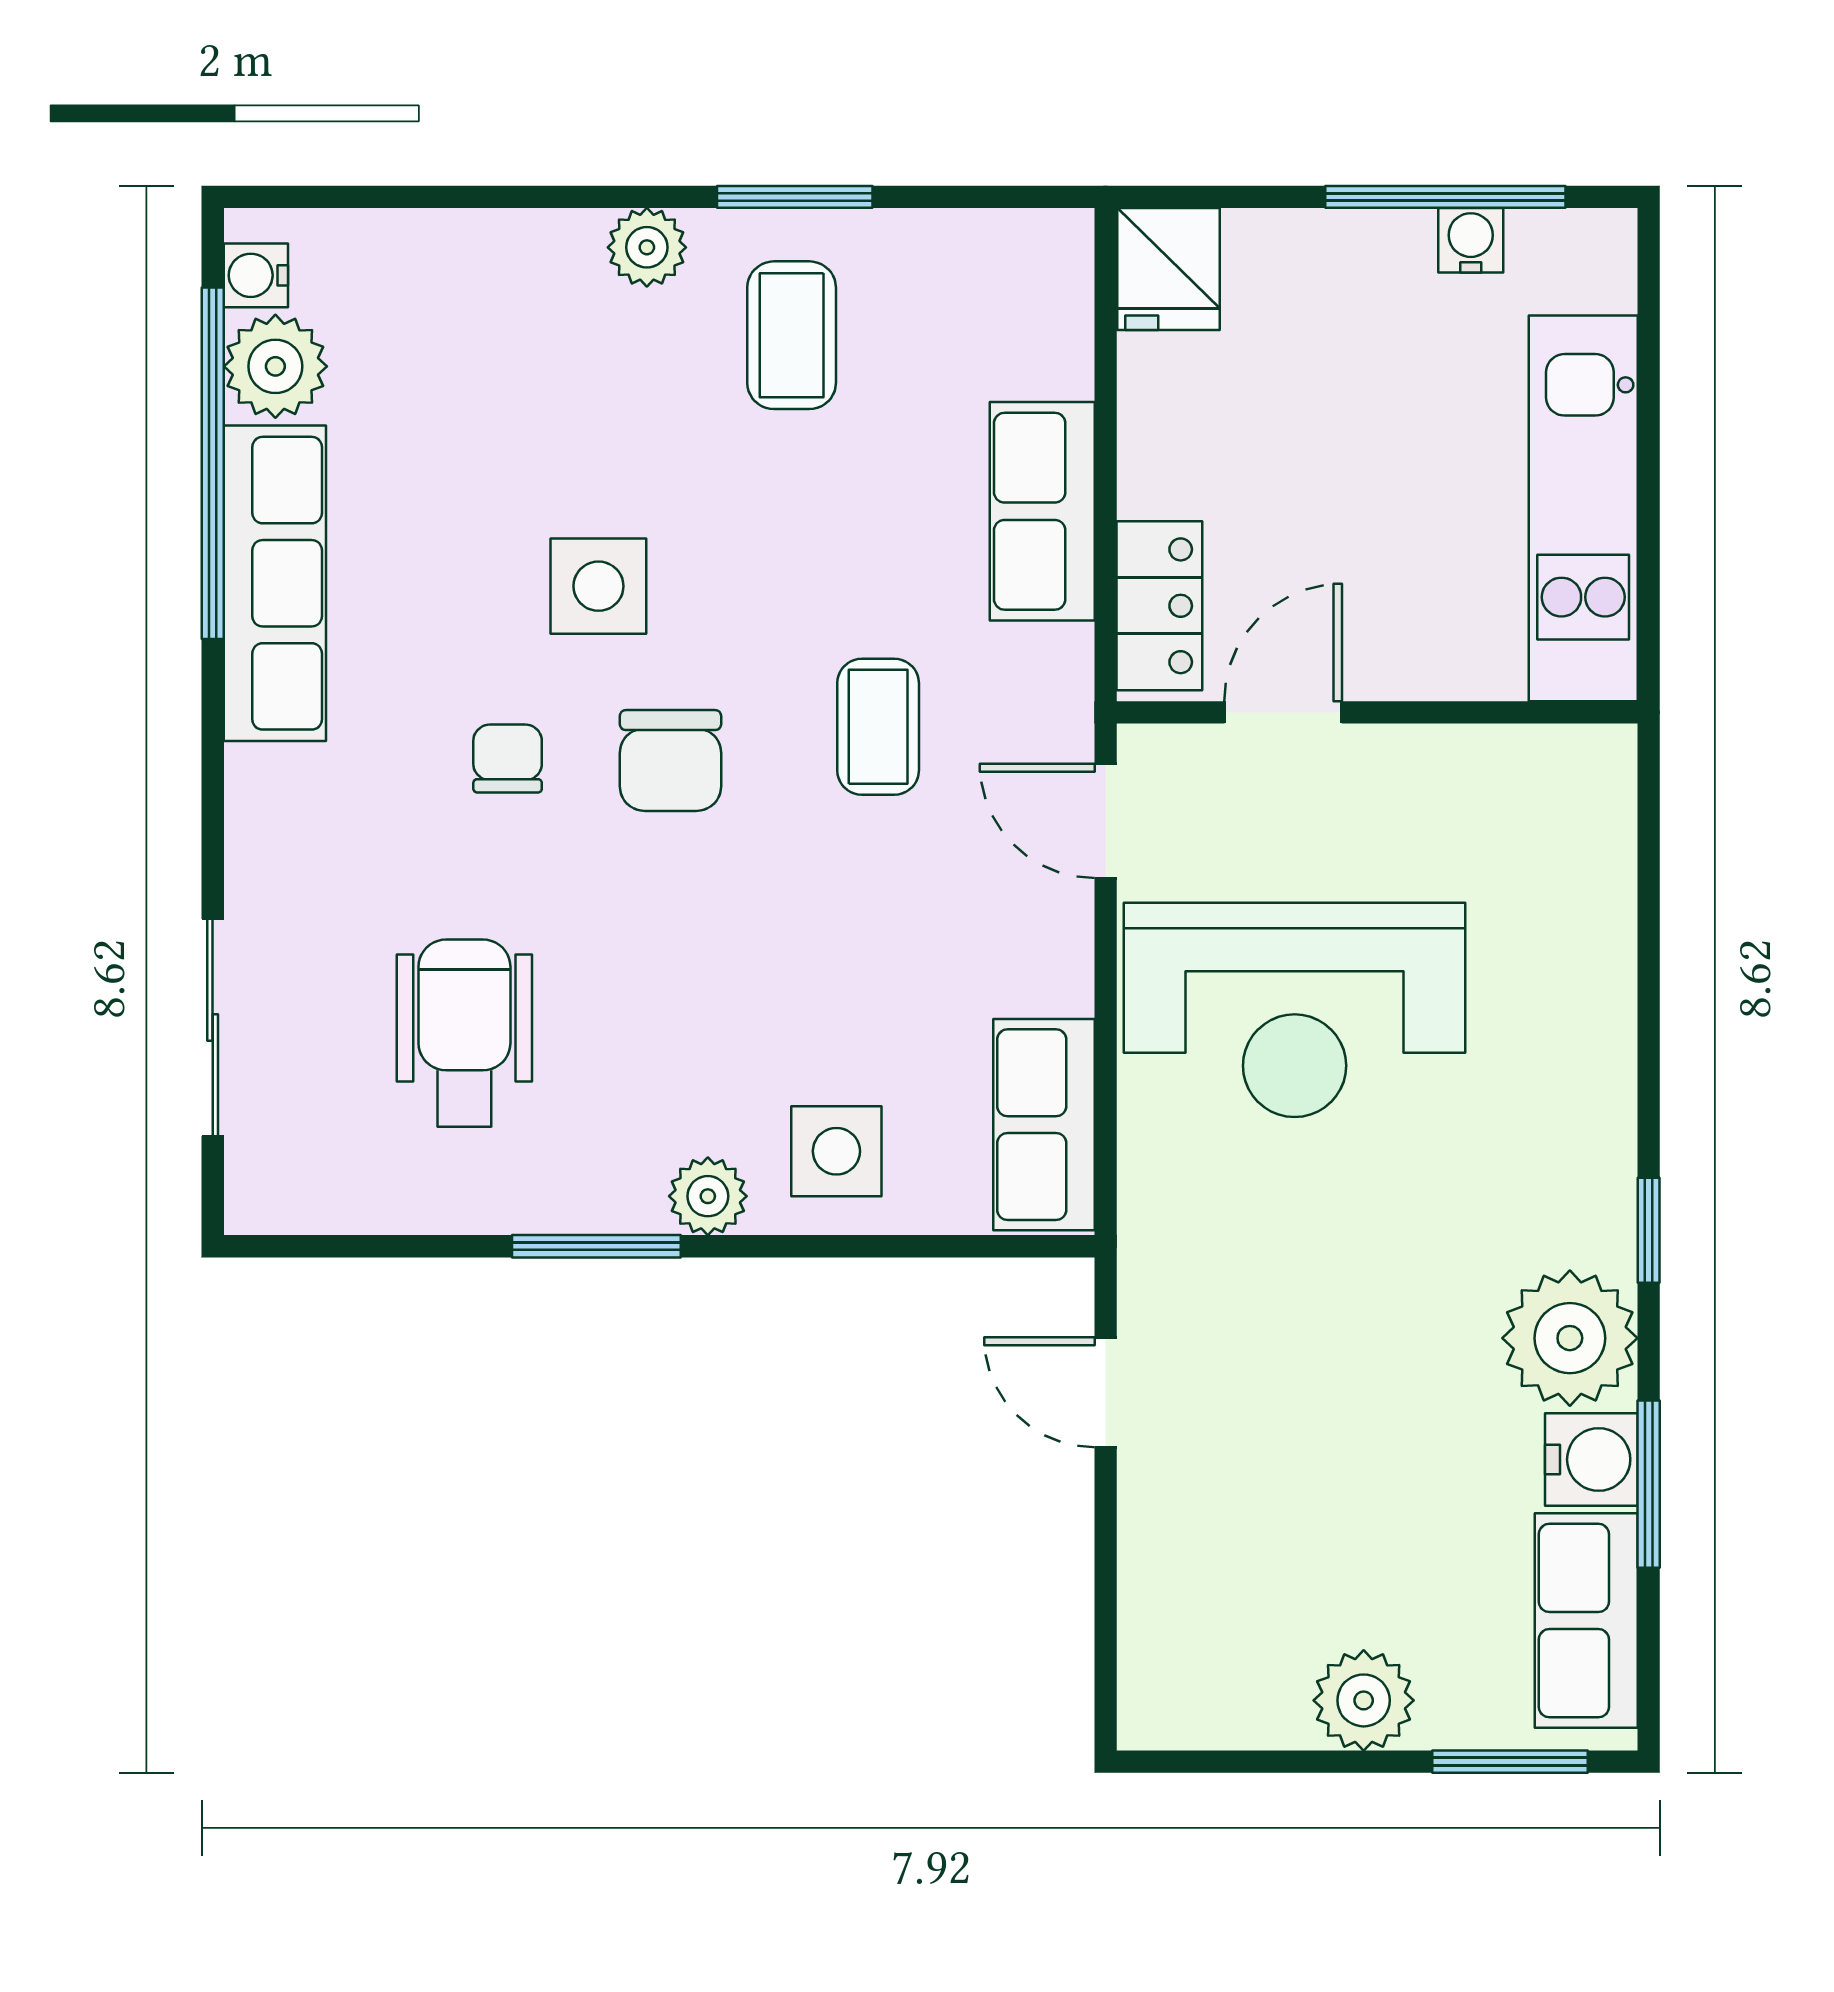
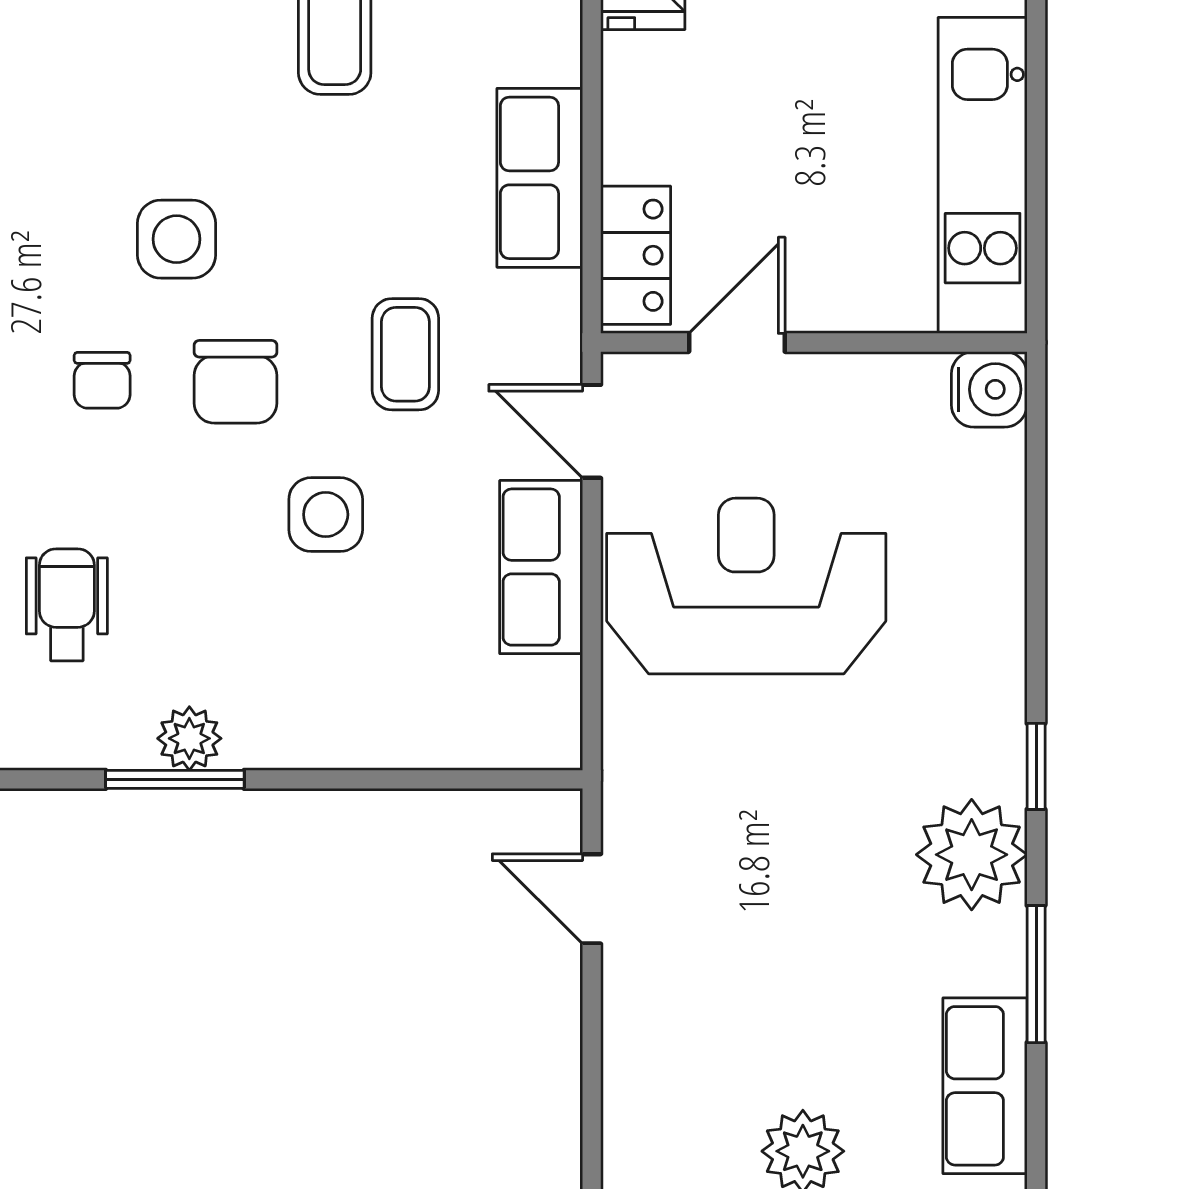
chair: (508, 759) -> (102, 380), turned 180
reception desk: (1295, 1010) -> (746, 586), turned 180
wheelchair: (464, 1033) -> (67, 605), width x0.73, depth x0.73
row of seats: (1044, 1125) -> (541, 567), moved
side table: (836, 1151) -> (326, 515), moved
plant: (708, 1196) -> (189, 738), moved
water cooler: (1591, 1459) -> (989, 389), moved

